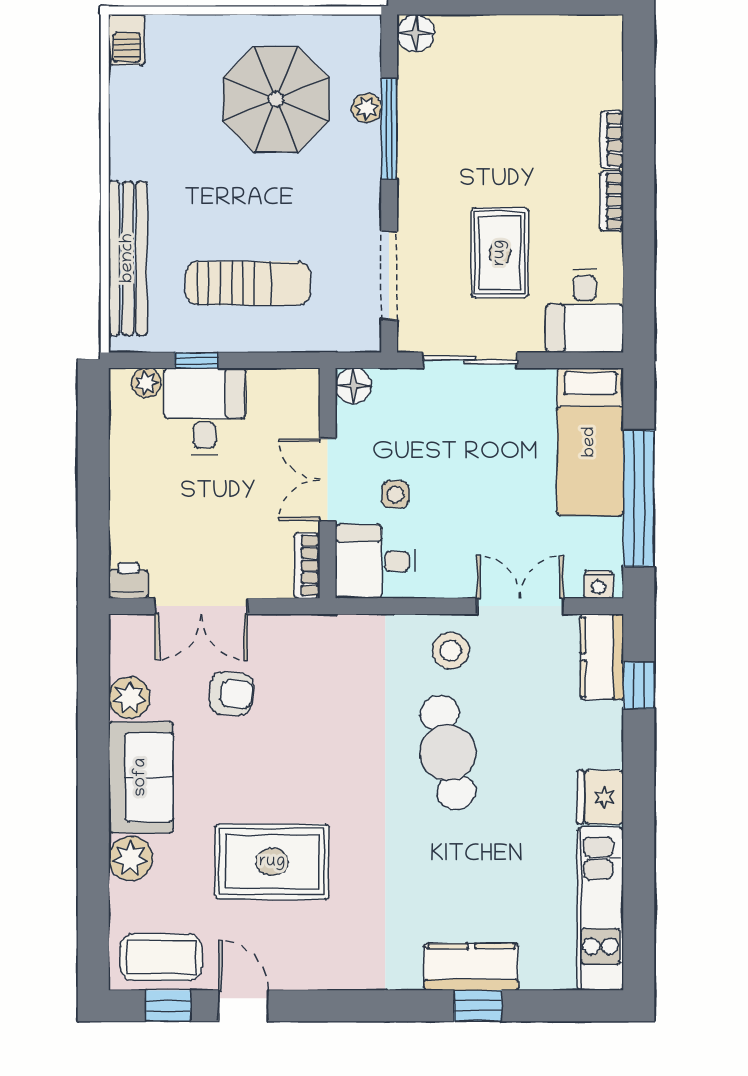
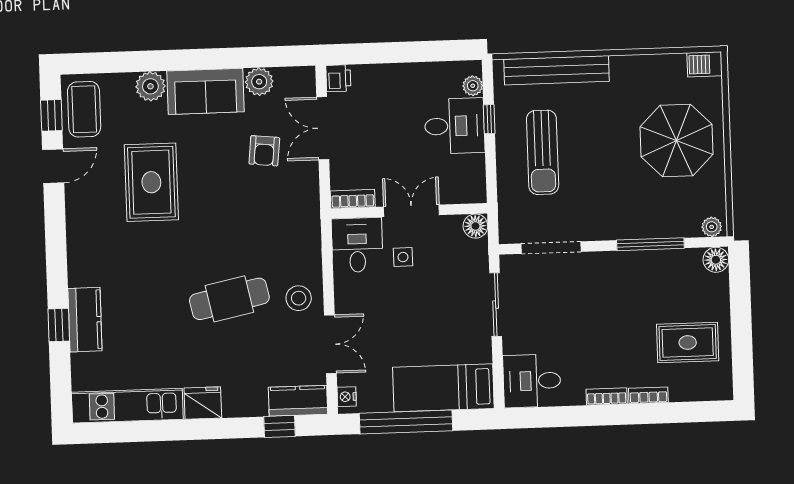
parasol: (276, 99) -> (676, 140), moved
plant: (367, 108) -> (712, 227), moved
rug: (500, 253) -> (688, 342), moved

